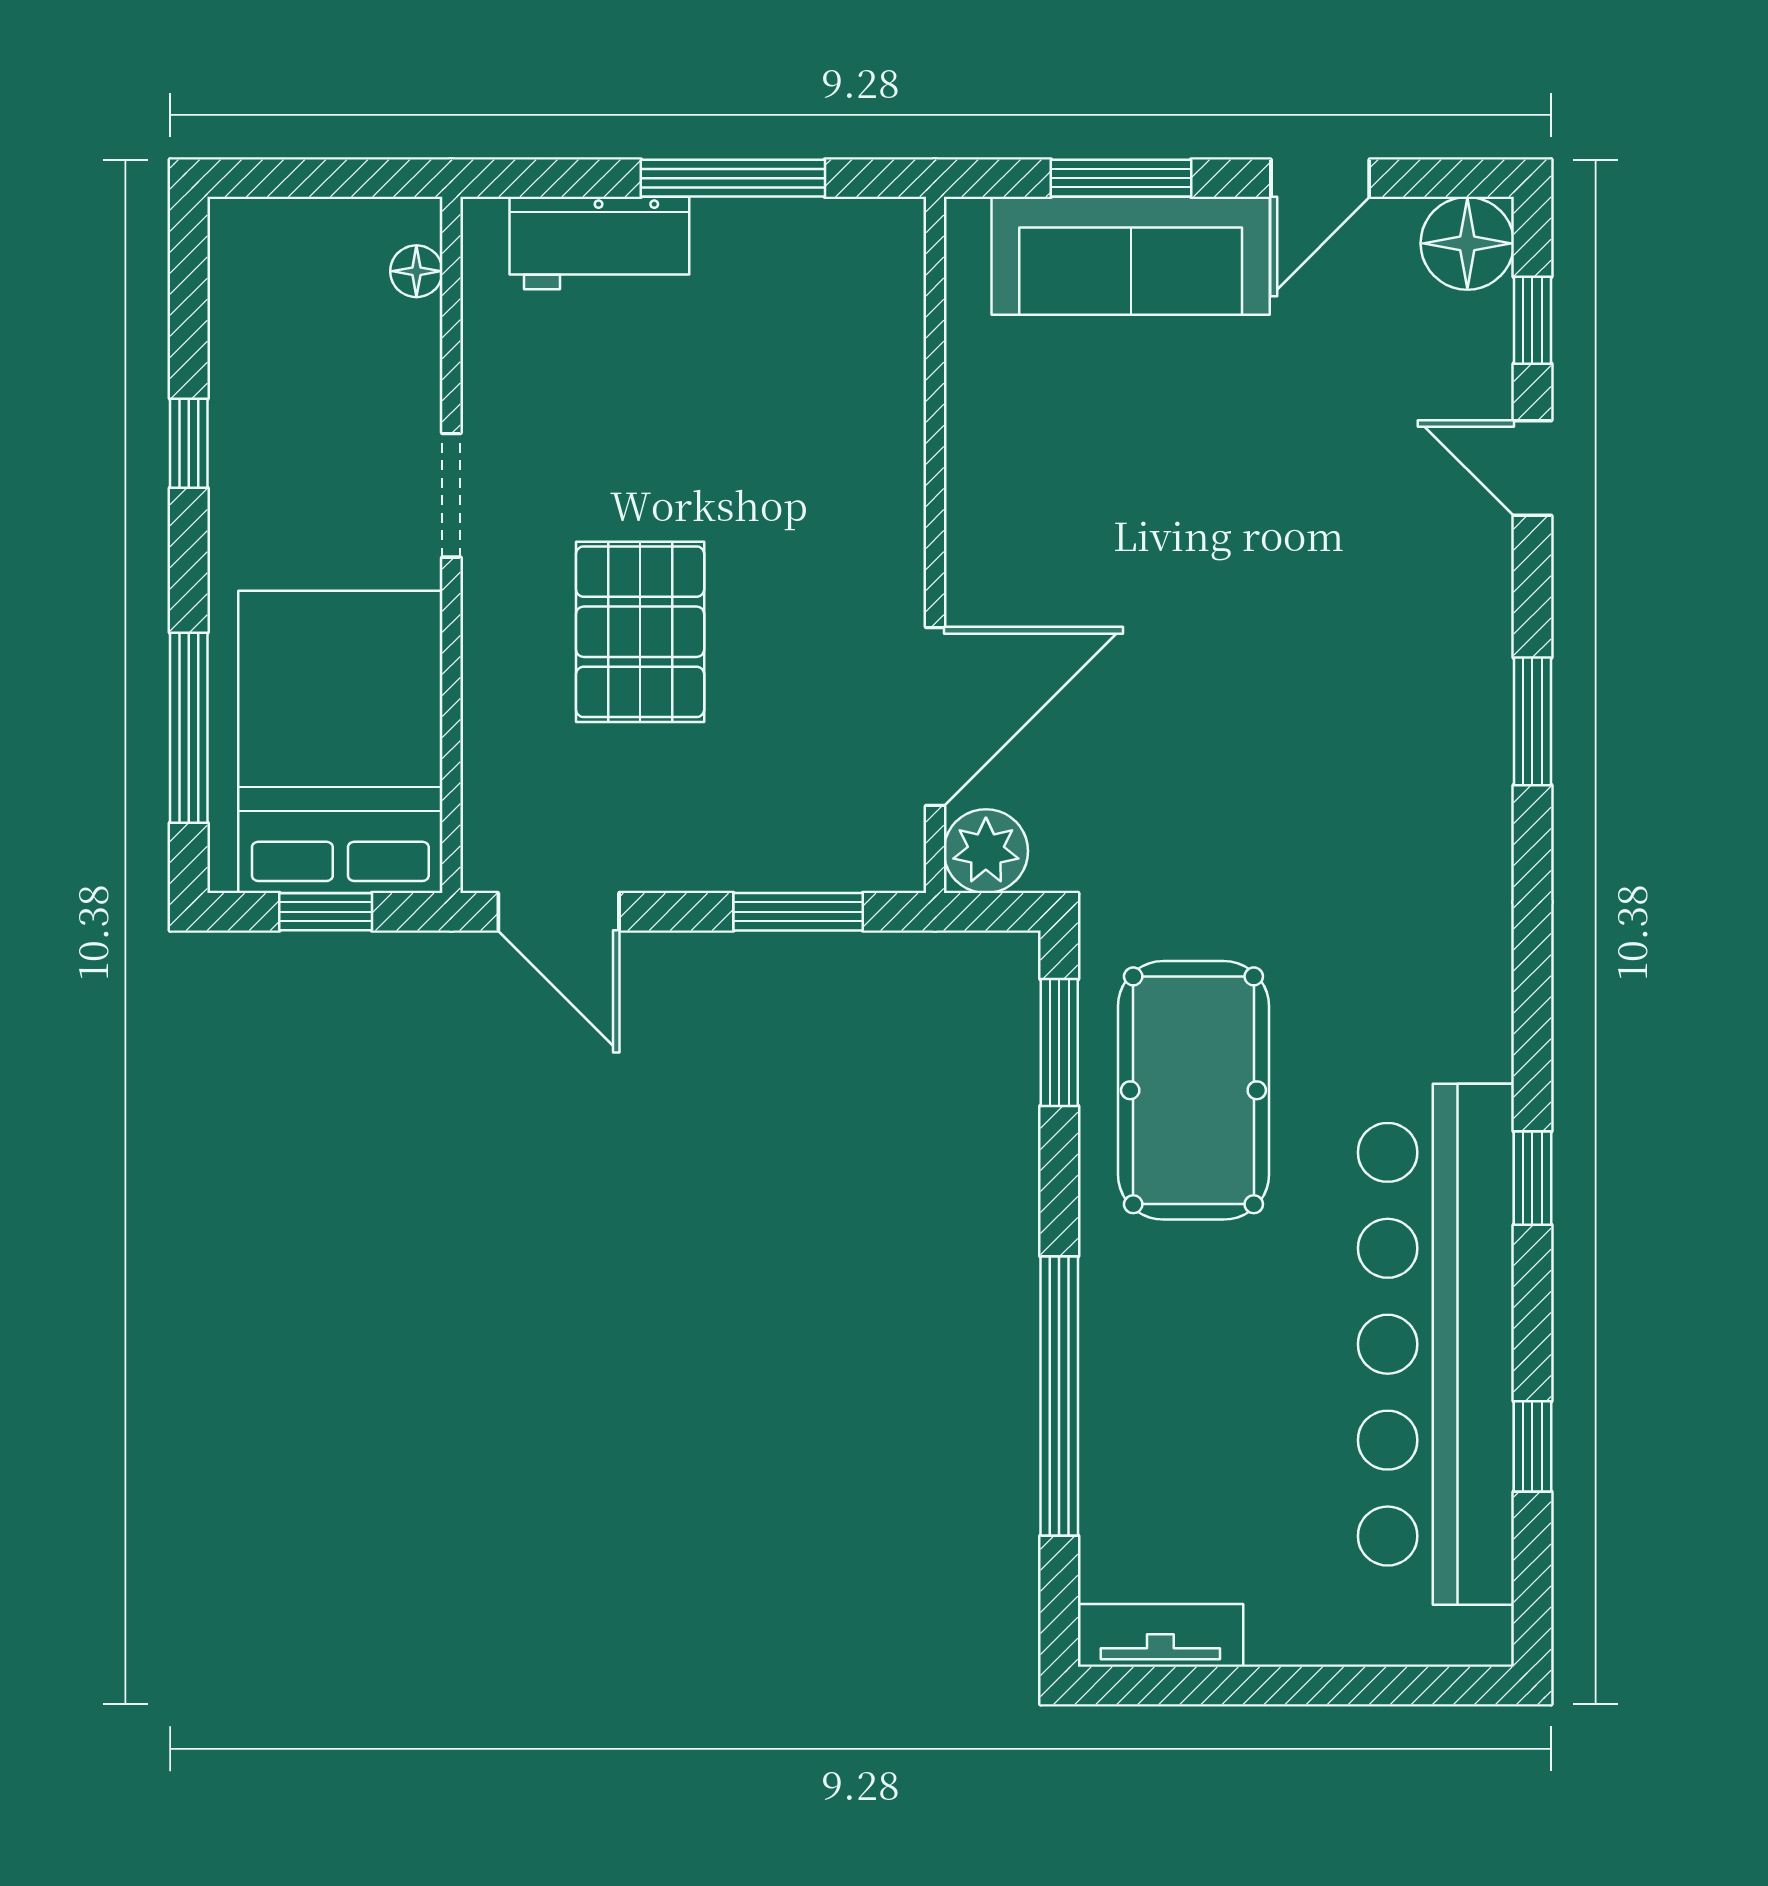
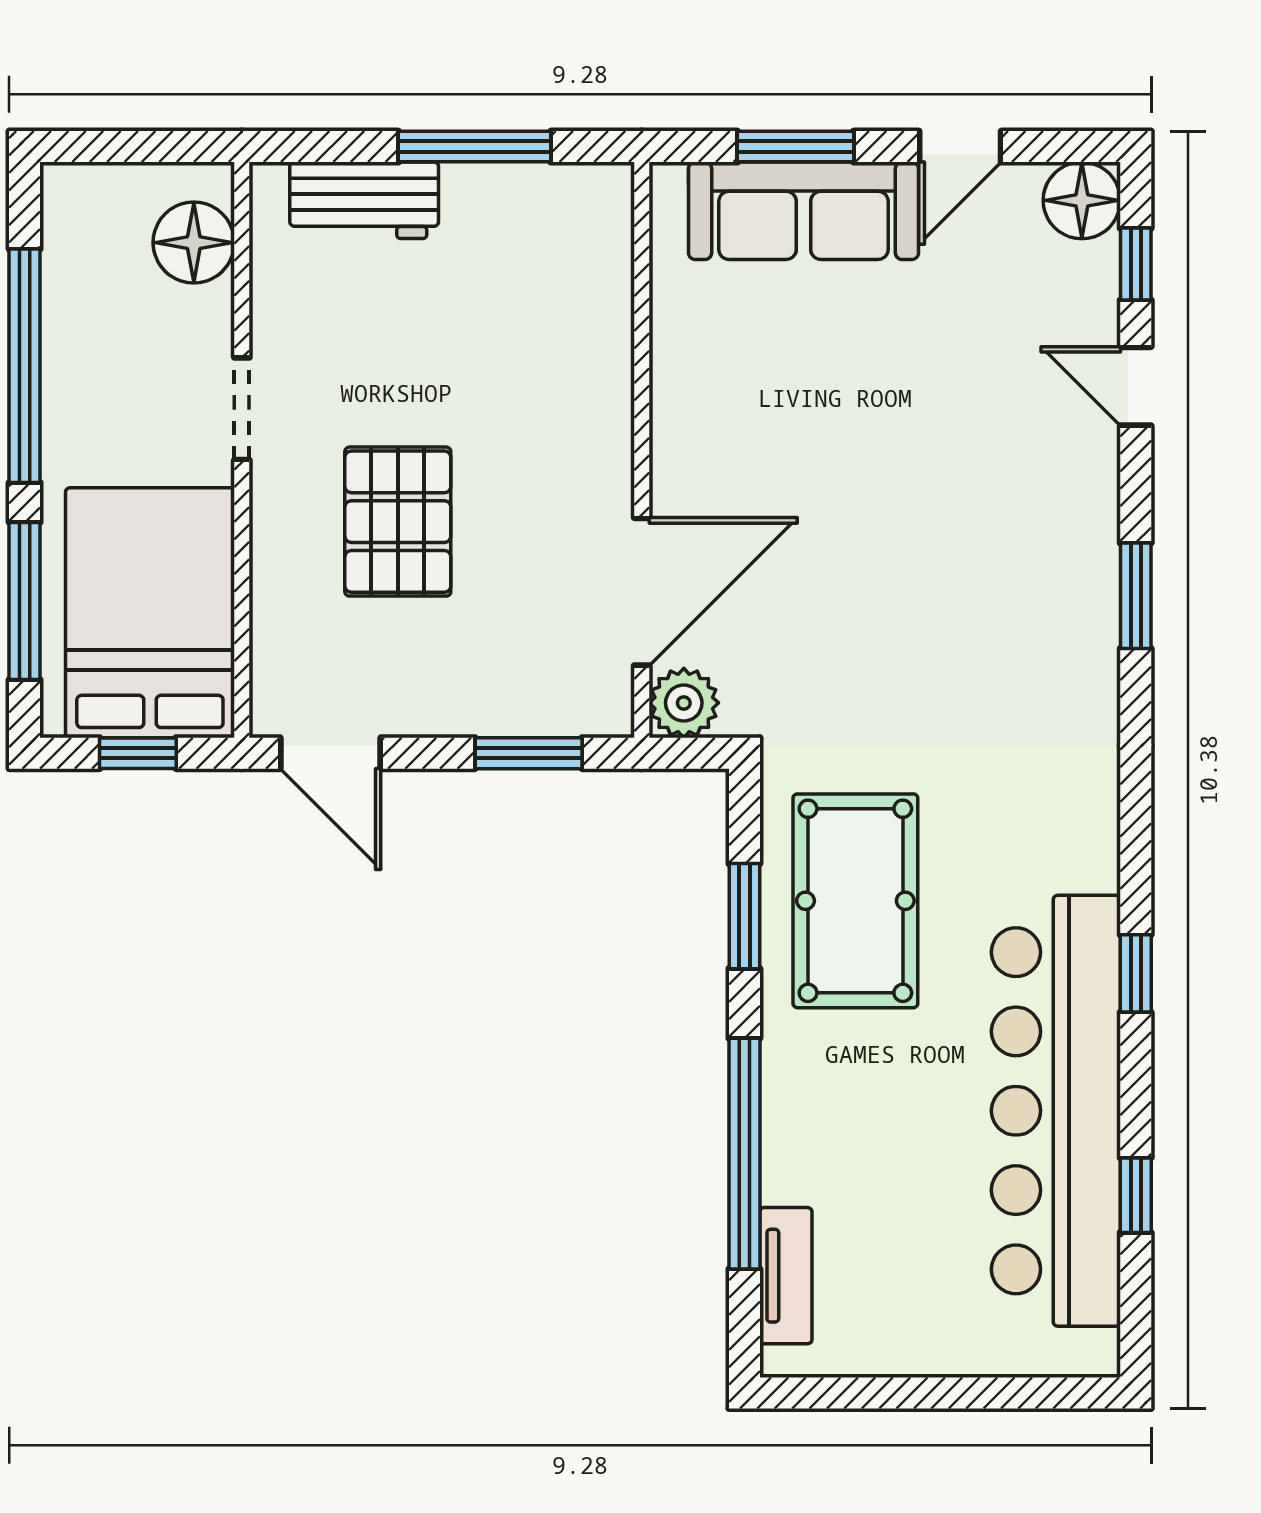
floor lamp: (416, 271) -> (194, 243), width x1.89, depth x1.89
window: (189, 443) -> (25, 366), width x3.17
window: (1059, 1043) -> (744, 916), moved
tv unit: (1160, 1635) -> (786, 1276), moved, turned 90

